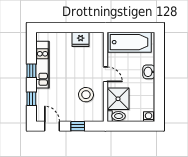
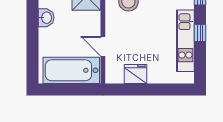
washbasin: (149, 72) -> (46, 18), moved
door: (105, 74) -> (103, 46), moved

